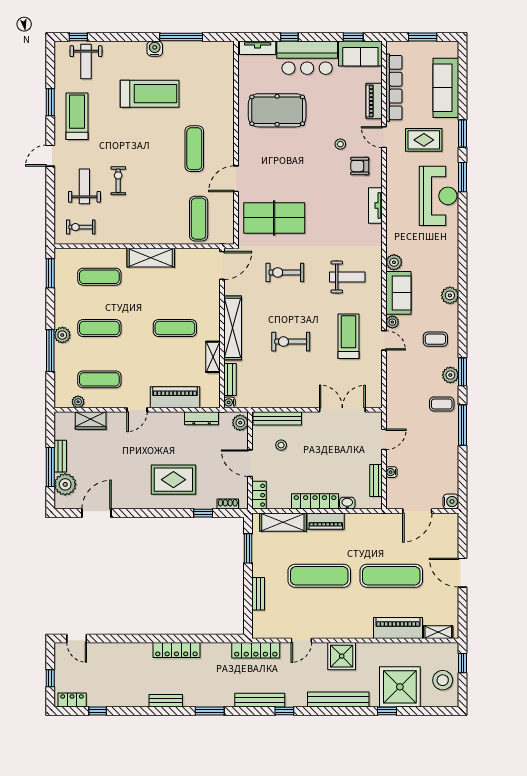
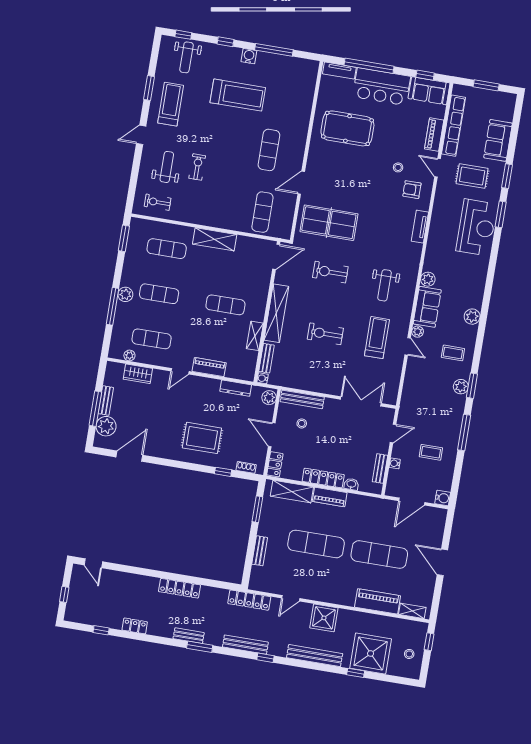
window: (126, 37) -> (226, 42), added
window: (289, 37) -> (369, 66), width x3.17
sofa: (446, 88) -> (498, 140), width x0.73
weight bench: (347, 277) -> (385, 285), turned 90
piano: (175, 397) -> (209, 367), width x0.73, depth x0.75
coffee table: (442, 404) -> (431, 452), moved
stool: (443, 680) -> (409, 654), width x0.53, depth x0.53
locker: (72, 700) -> (135, 626), moved
bench: (166, 701) -> (189, 636), moved

